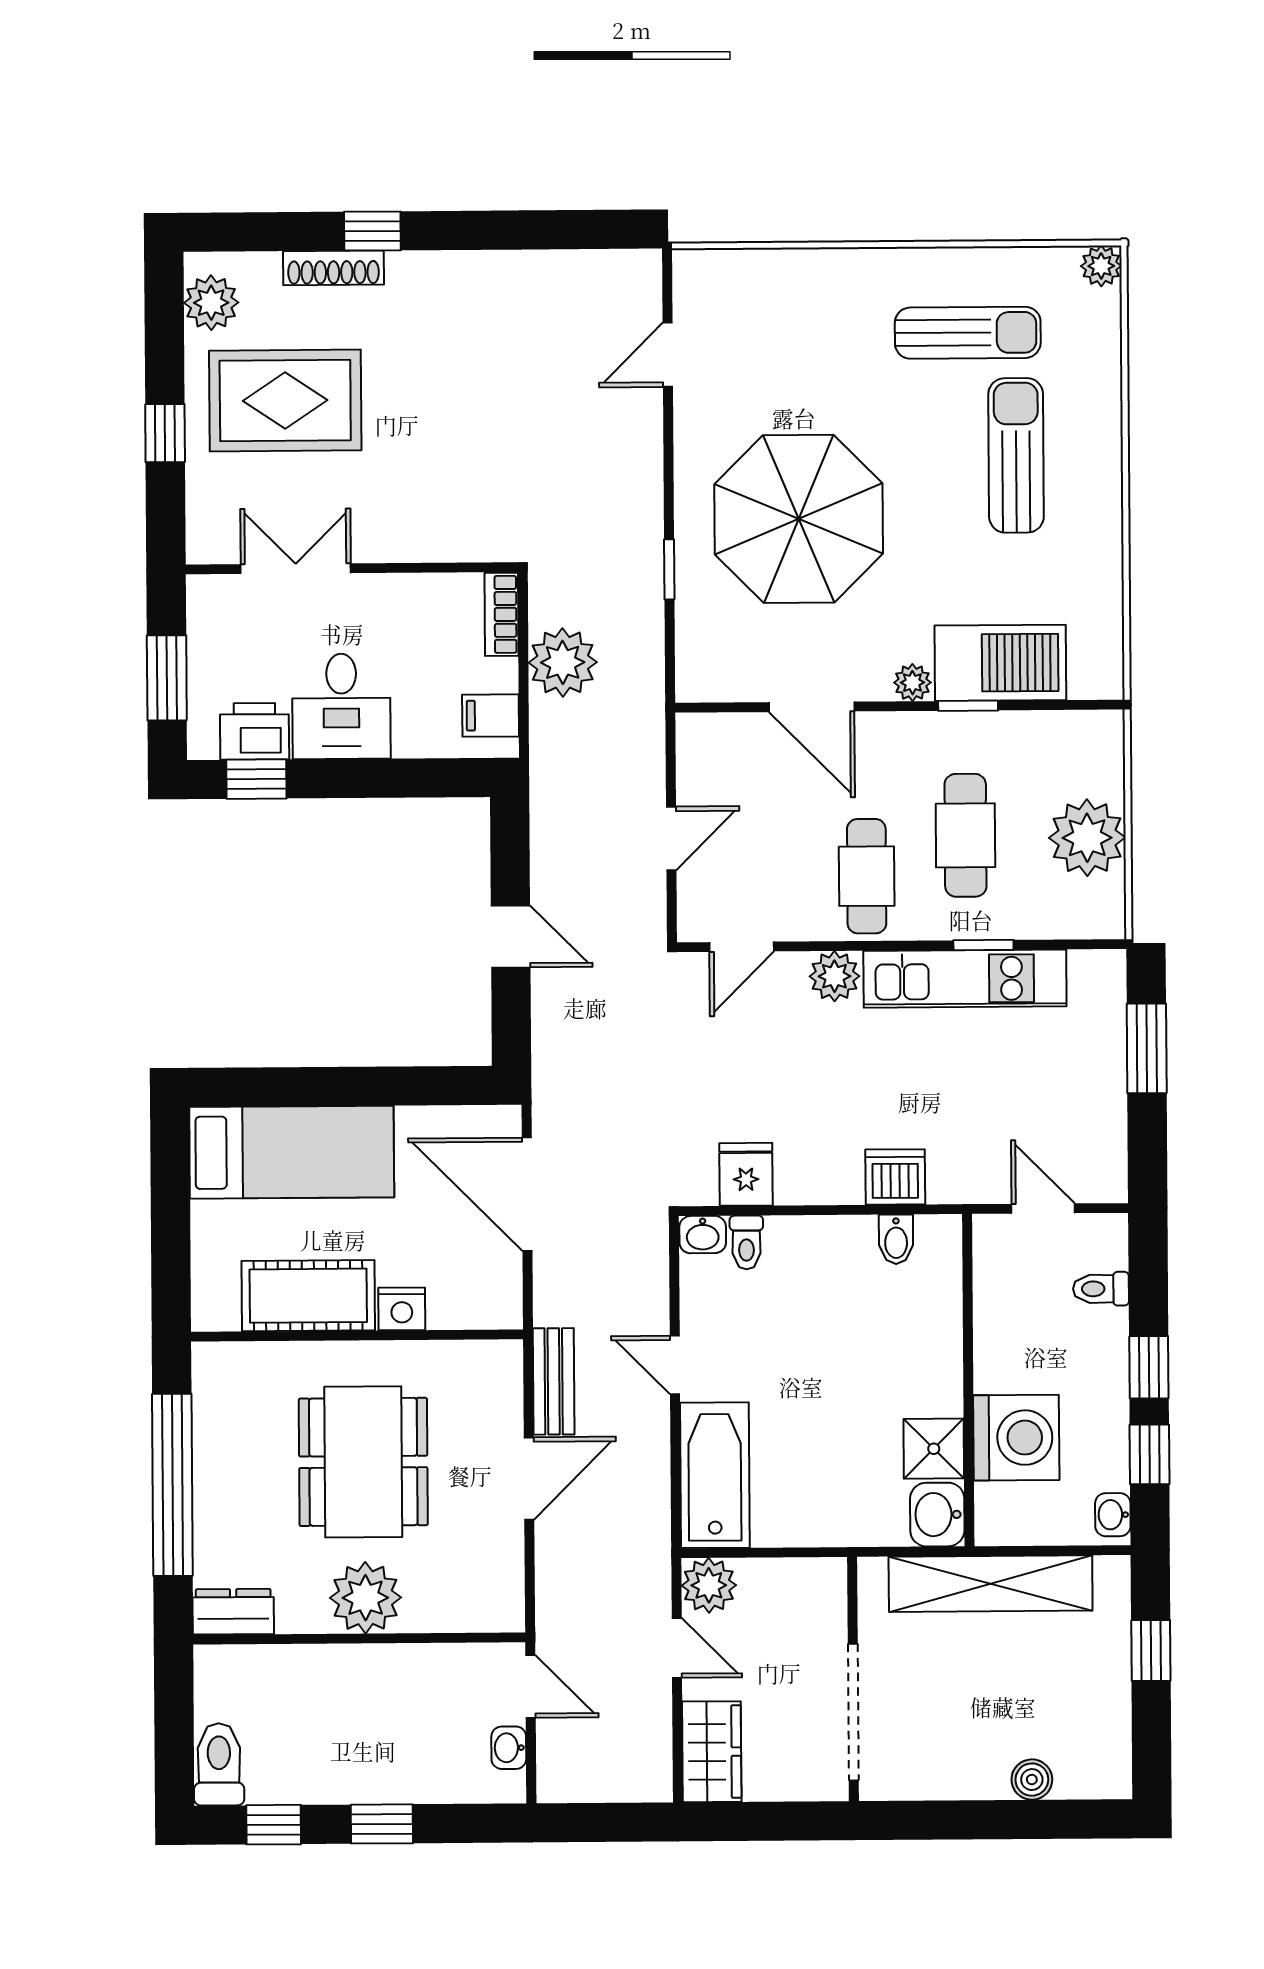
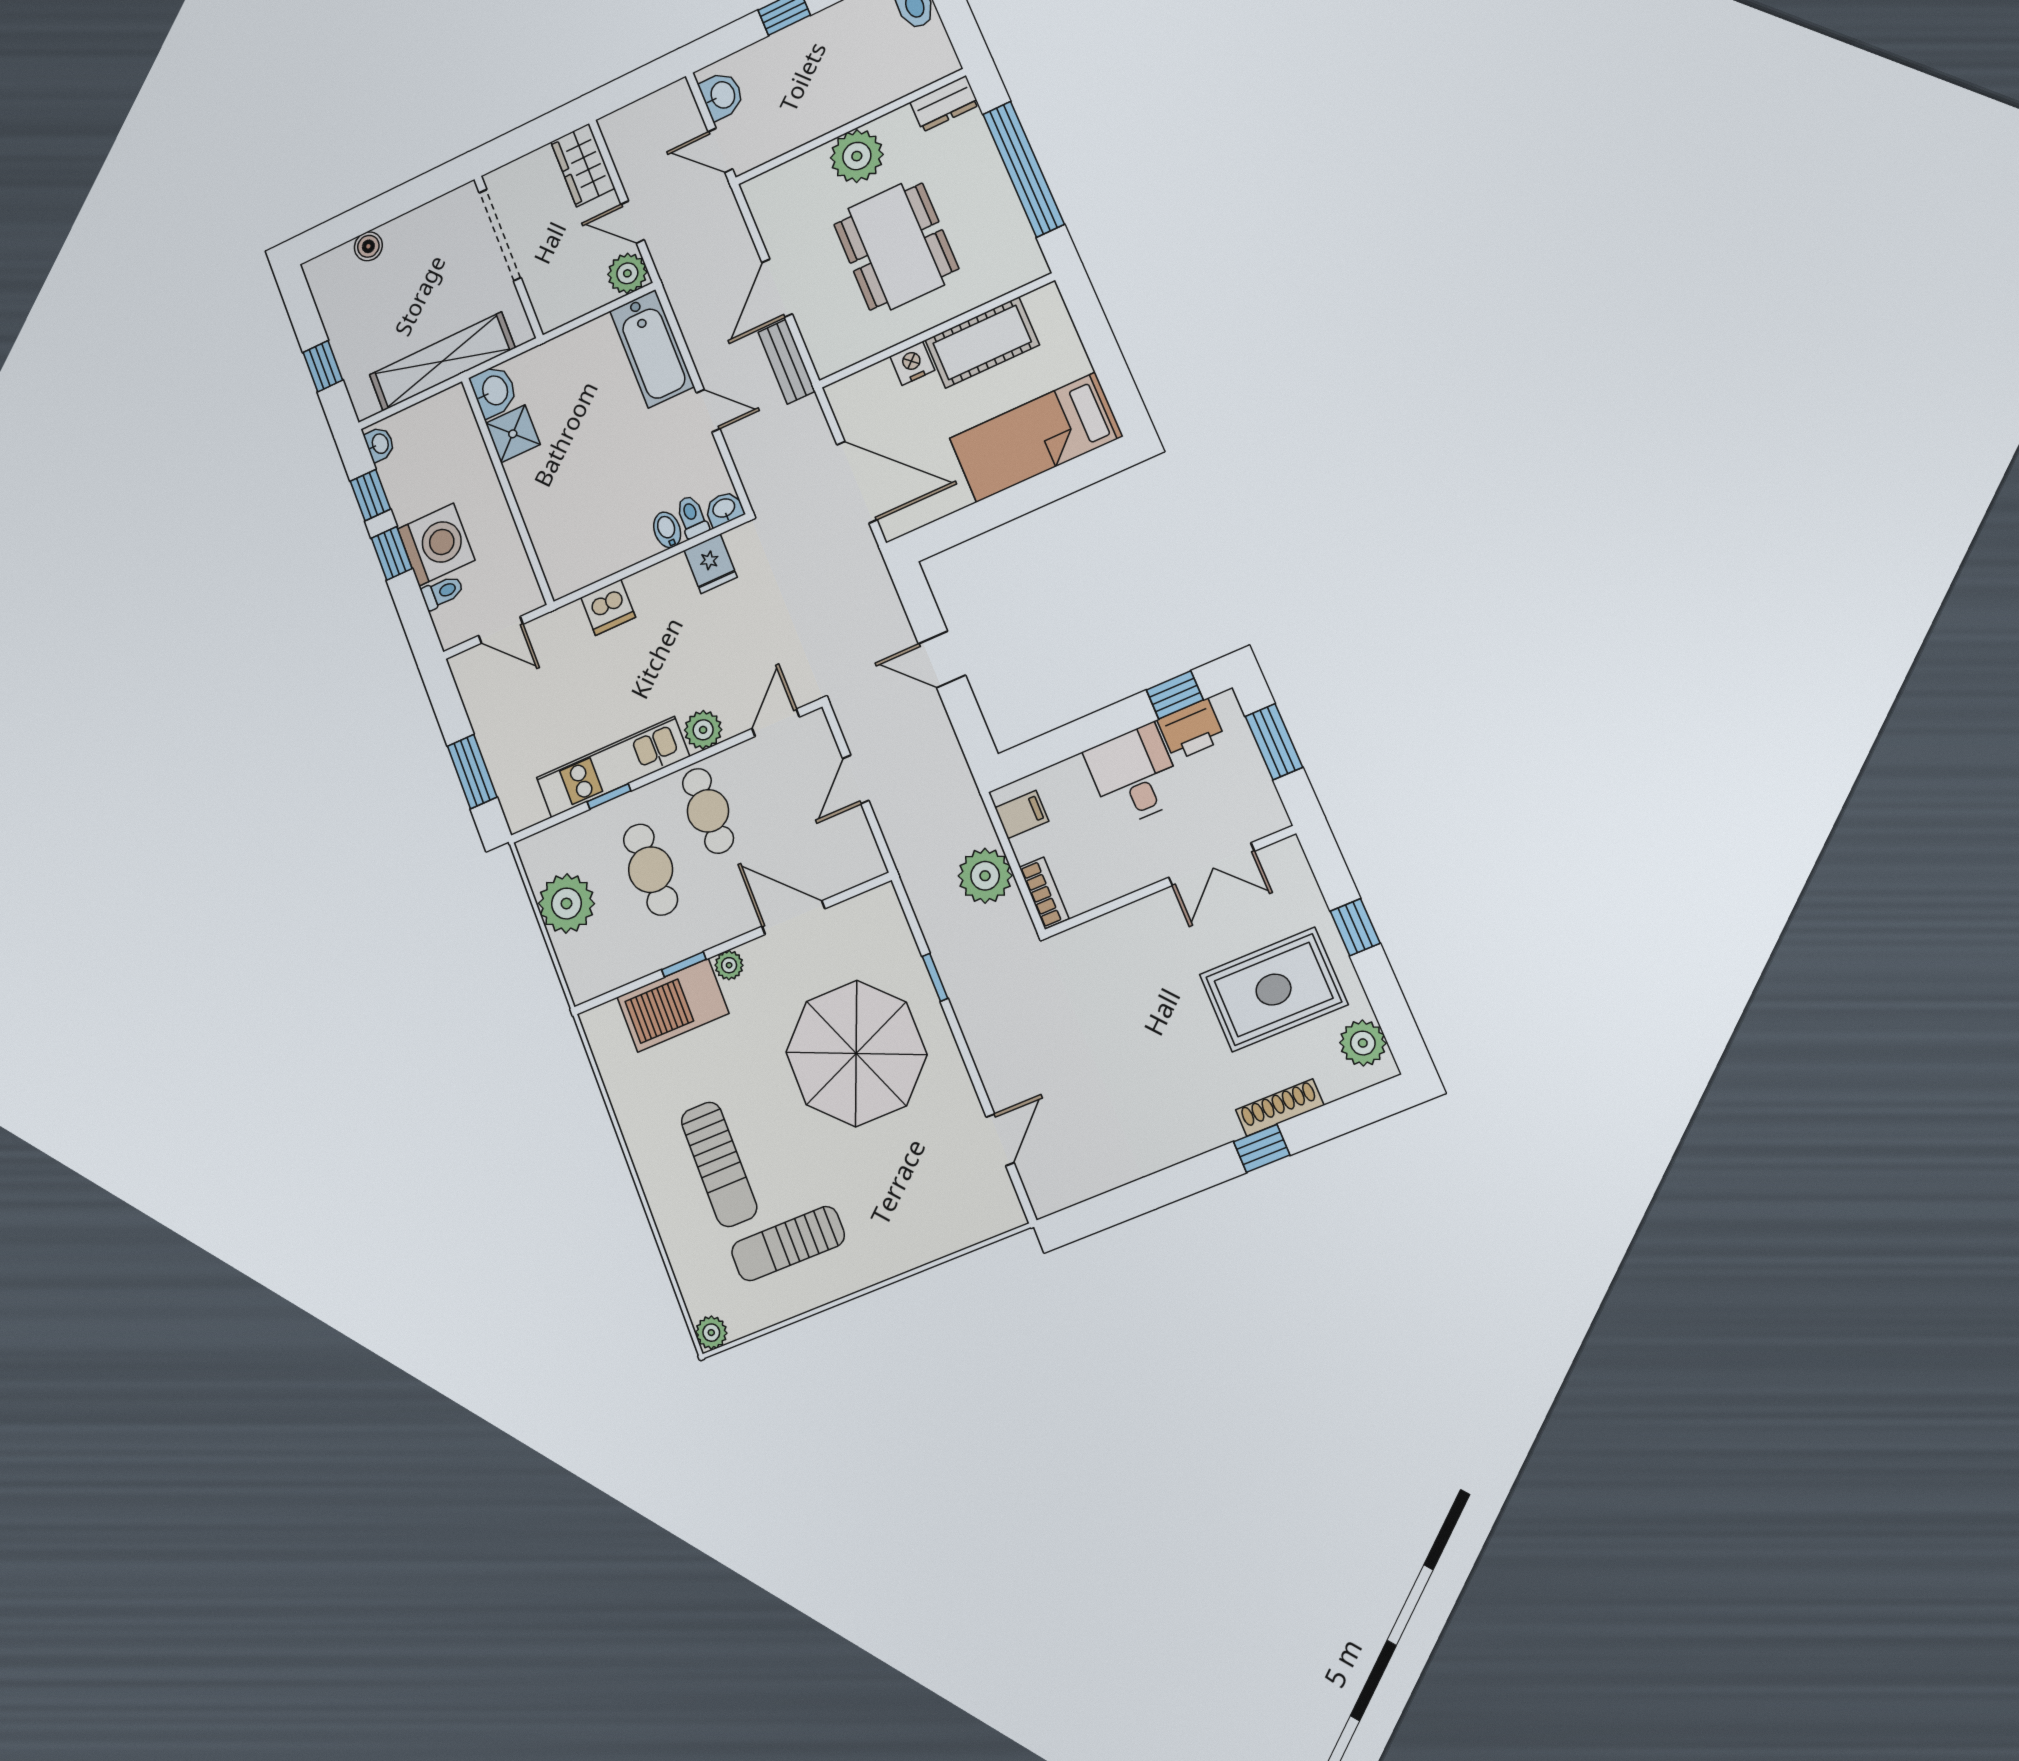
bidet: (896, 1239) -> (667, 530), moved
washing machine: (1016, 1438) -> (436, 545), moved, turned 180
washbasin: (509, 1748) -> (722, 95), width x1.38, depth x1.45

